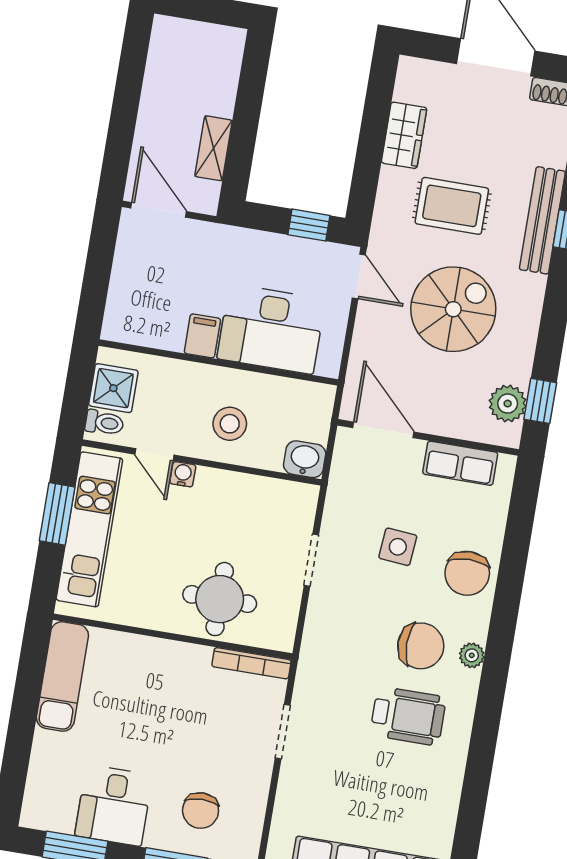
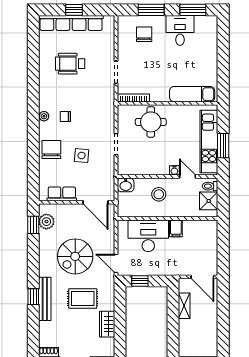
chair: (421, 646) -> (65, 117), width x0.54, depth x0.54
exam couch: (62, 676) -> (192, 94), moved, turned 90
wheelchair: (408, 716) -> (70, 64), moved

